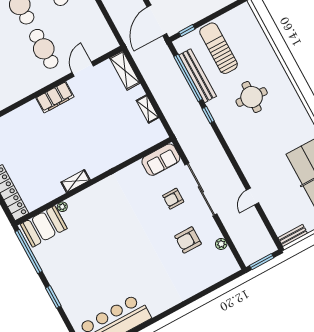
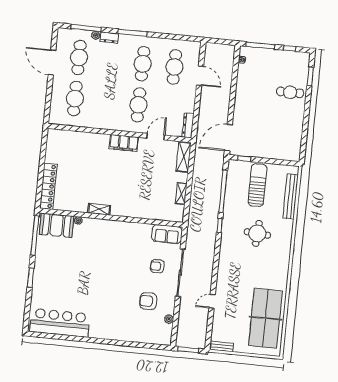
dresser: (108, 35) -> (188, 125), added
bench: (198, 76) -> (291, 196), moved

